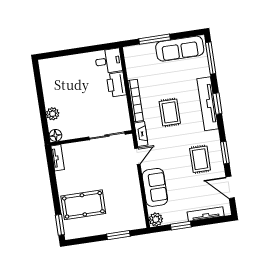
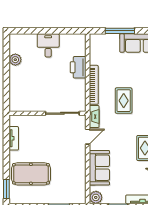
desk: (109, 61) -> (48, 45), moved, turned -90
plant: (53, 114) -> (15, 60), moved
floor lamp: (56, 135) -> (15, 106), removed
tv unit: (58, 158) -> (14, 138), moved

